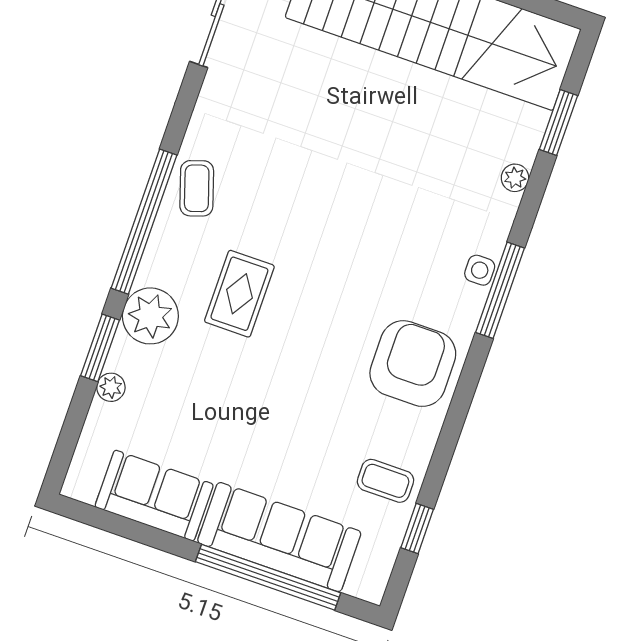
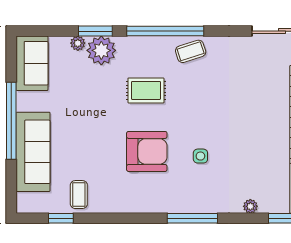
side table: (480, 270) -> (200, 156), moved
plant: (150, 316) -> (101, 50), moved
armchair: (413, 364) -> (147, 151), moved
sofa: (154, 496) -> (32, 63), moved
window: (268, 577) -> (11, 121), moved

